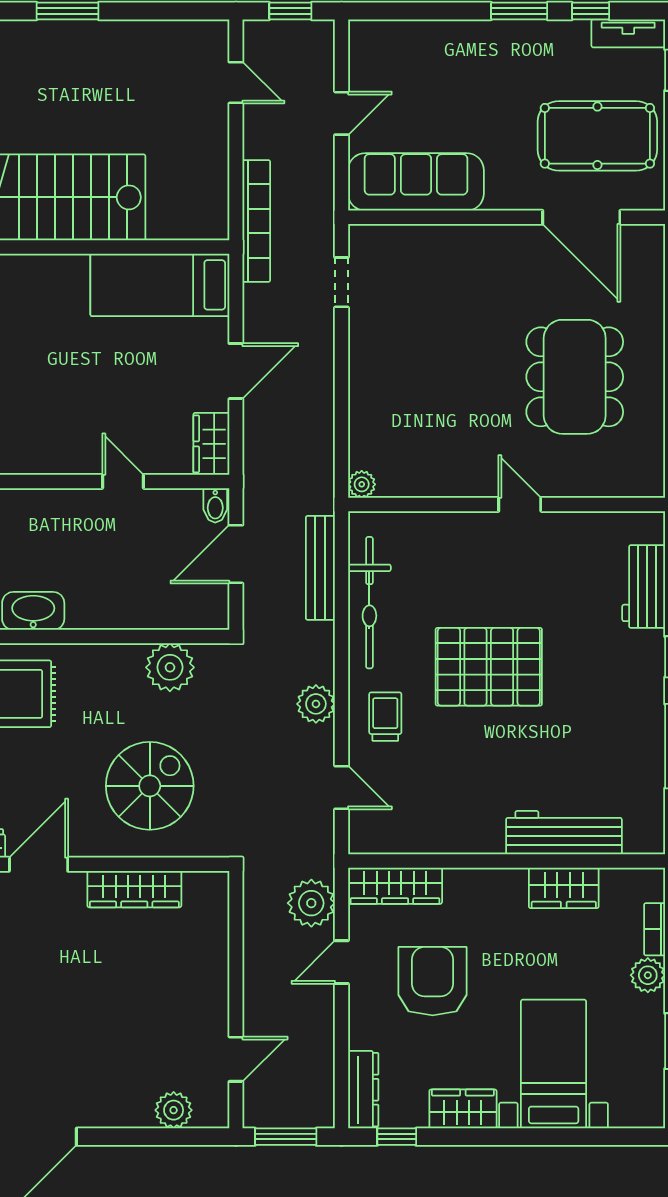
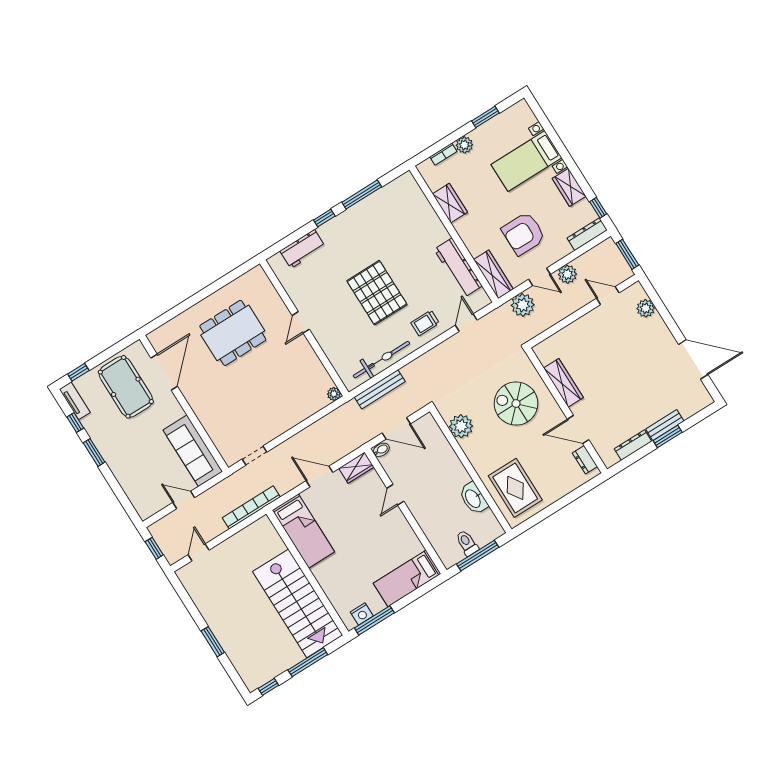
plant: (316, 704) -> (567, 274), moved
workbench: (564, 833) -> (458, 268), moved

